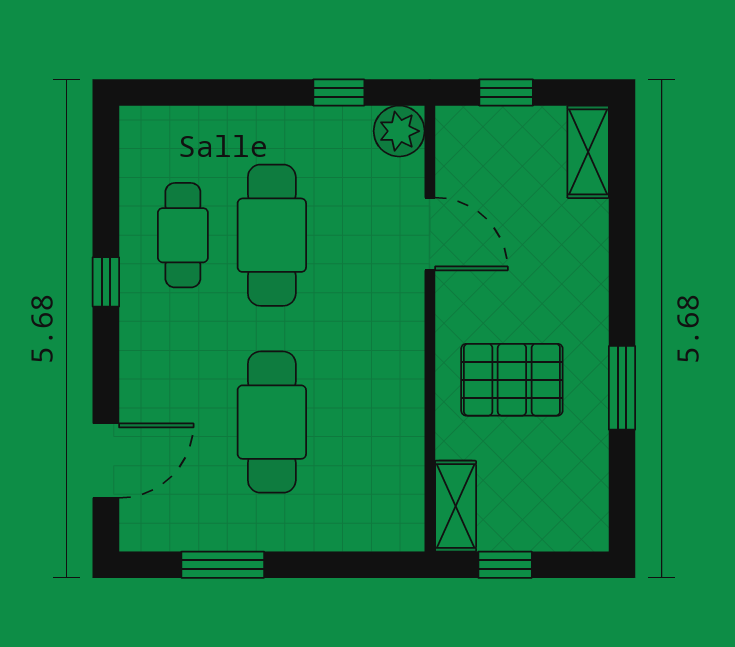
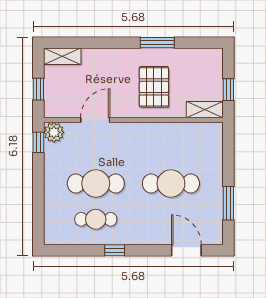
window: (339, 93) -> (38, 142), moved

